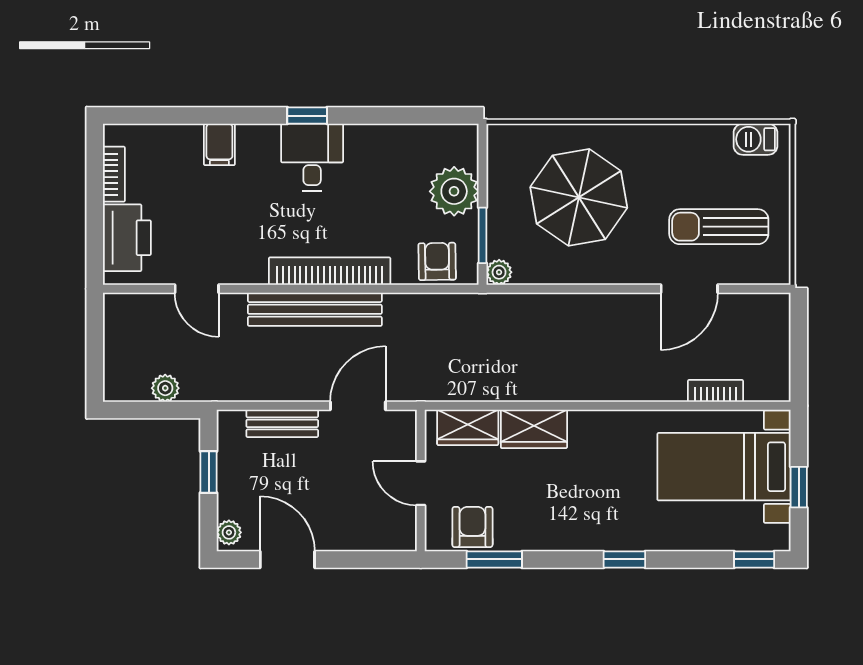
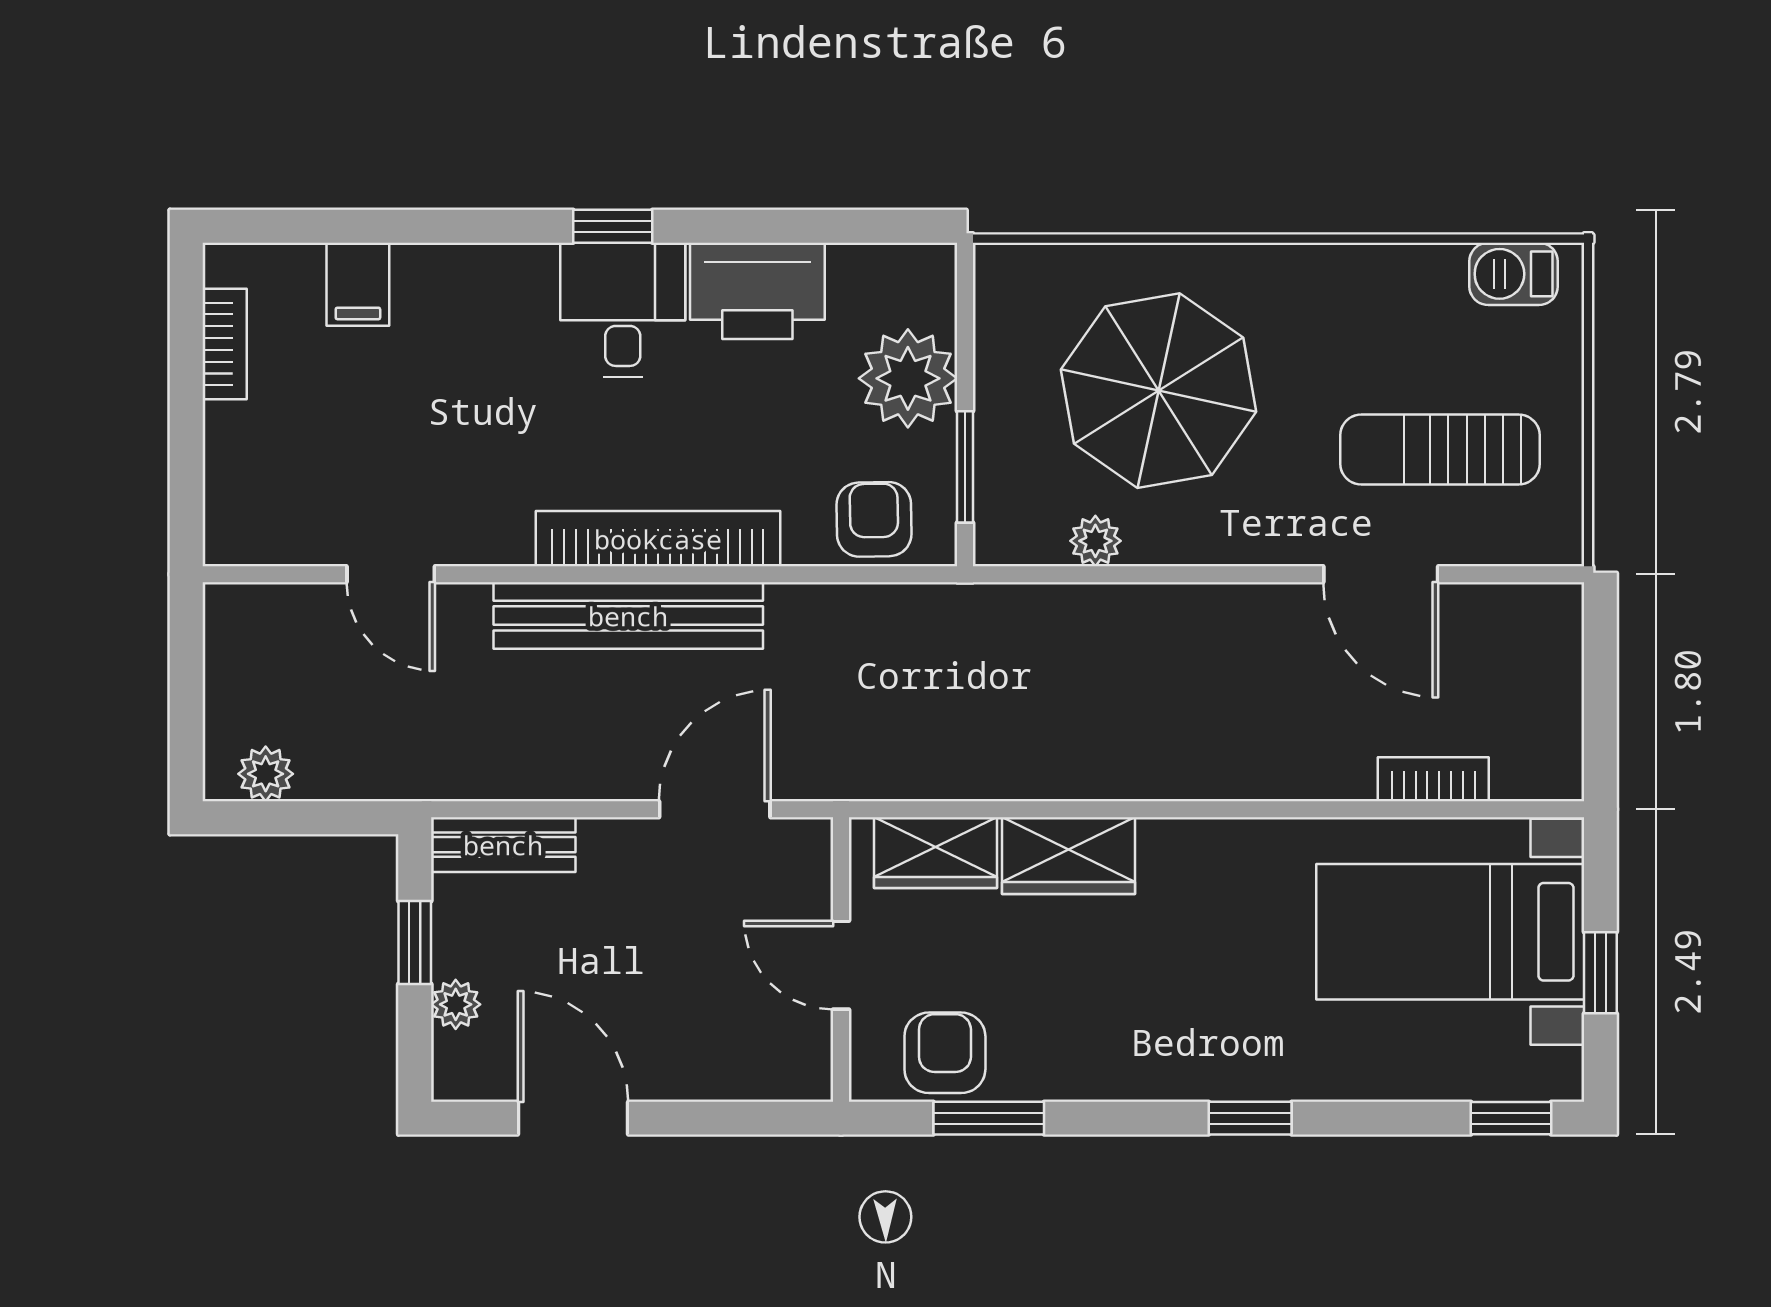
filing cabinet: (219, 144) -> (358, 284), moved
printer: (127, 238) -> (757, 291), moved, turned 90
plant: (499, 272) -> (1095, 541), moved
door: (689, 289) -> (1381, 574), hinge flipped
plant: (165, 388) -> (266, 774), moved
bench: (282, 423) -> (503, 845), moved
plant: (229, 532) -> (456, 1004), moved

